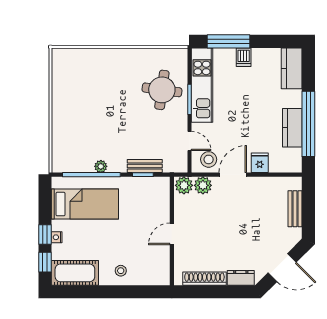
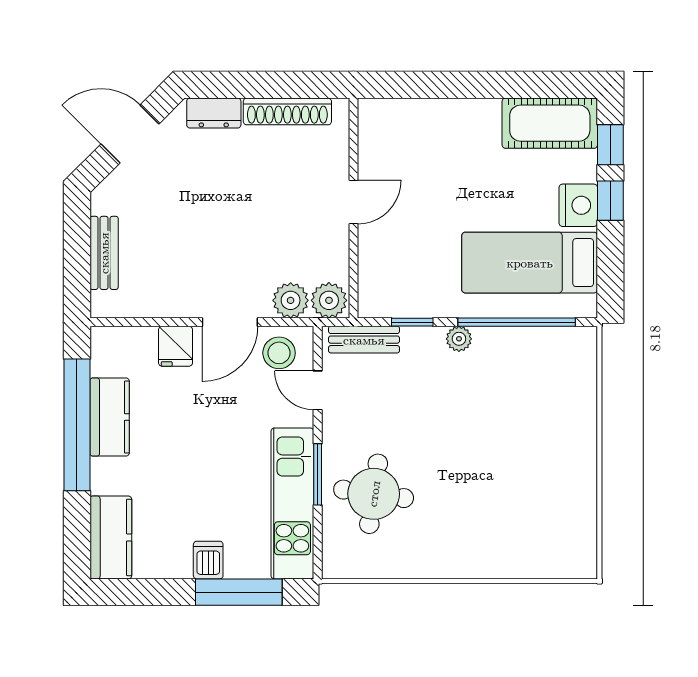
plant: (101, 166) -> (459, 339), moved
bench: (145, 166) -> (364, 340), moved
nightstand: (57, 237) -> (578, 205), width x1.89, depth x1.79
stool: (121, 271) -> (457, 128), removed

